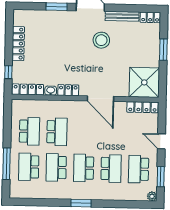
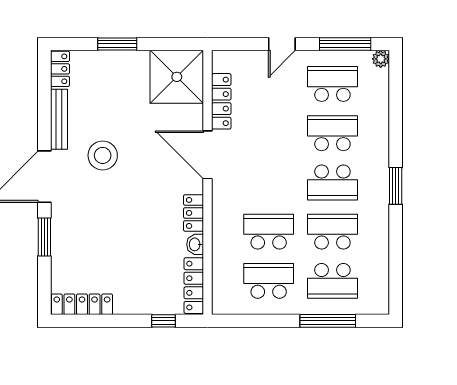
locker: (18, 44) -> (82, 304), moved
door: (100, 99) -> (208, 155), swing flipped
locker: (142, 107) -> (221, 101), moved
school desk: (56, 167) -> (332, 232), turned 180
school desk: (139, 169) -> (332, 84), turned 180
window: (161, 177) -> (345, 44), width x1.44

